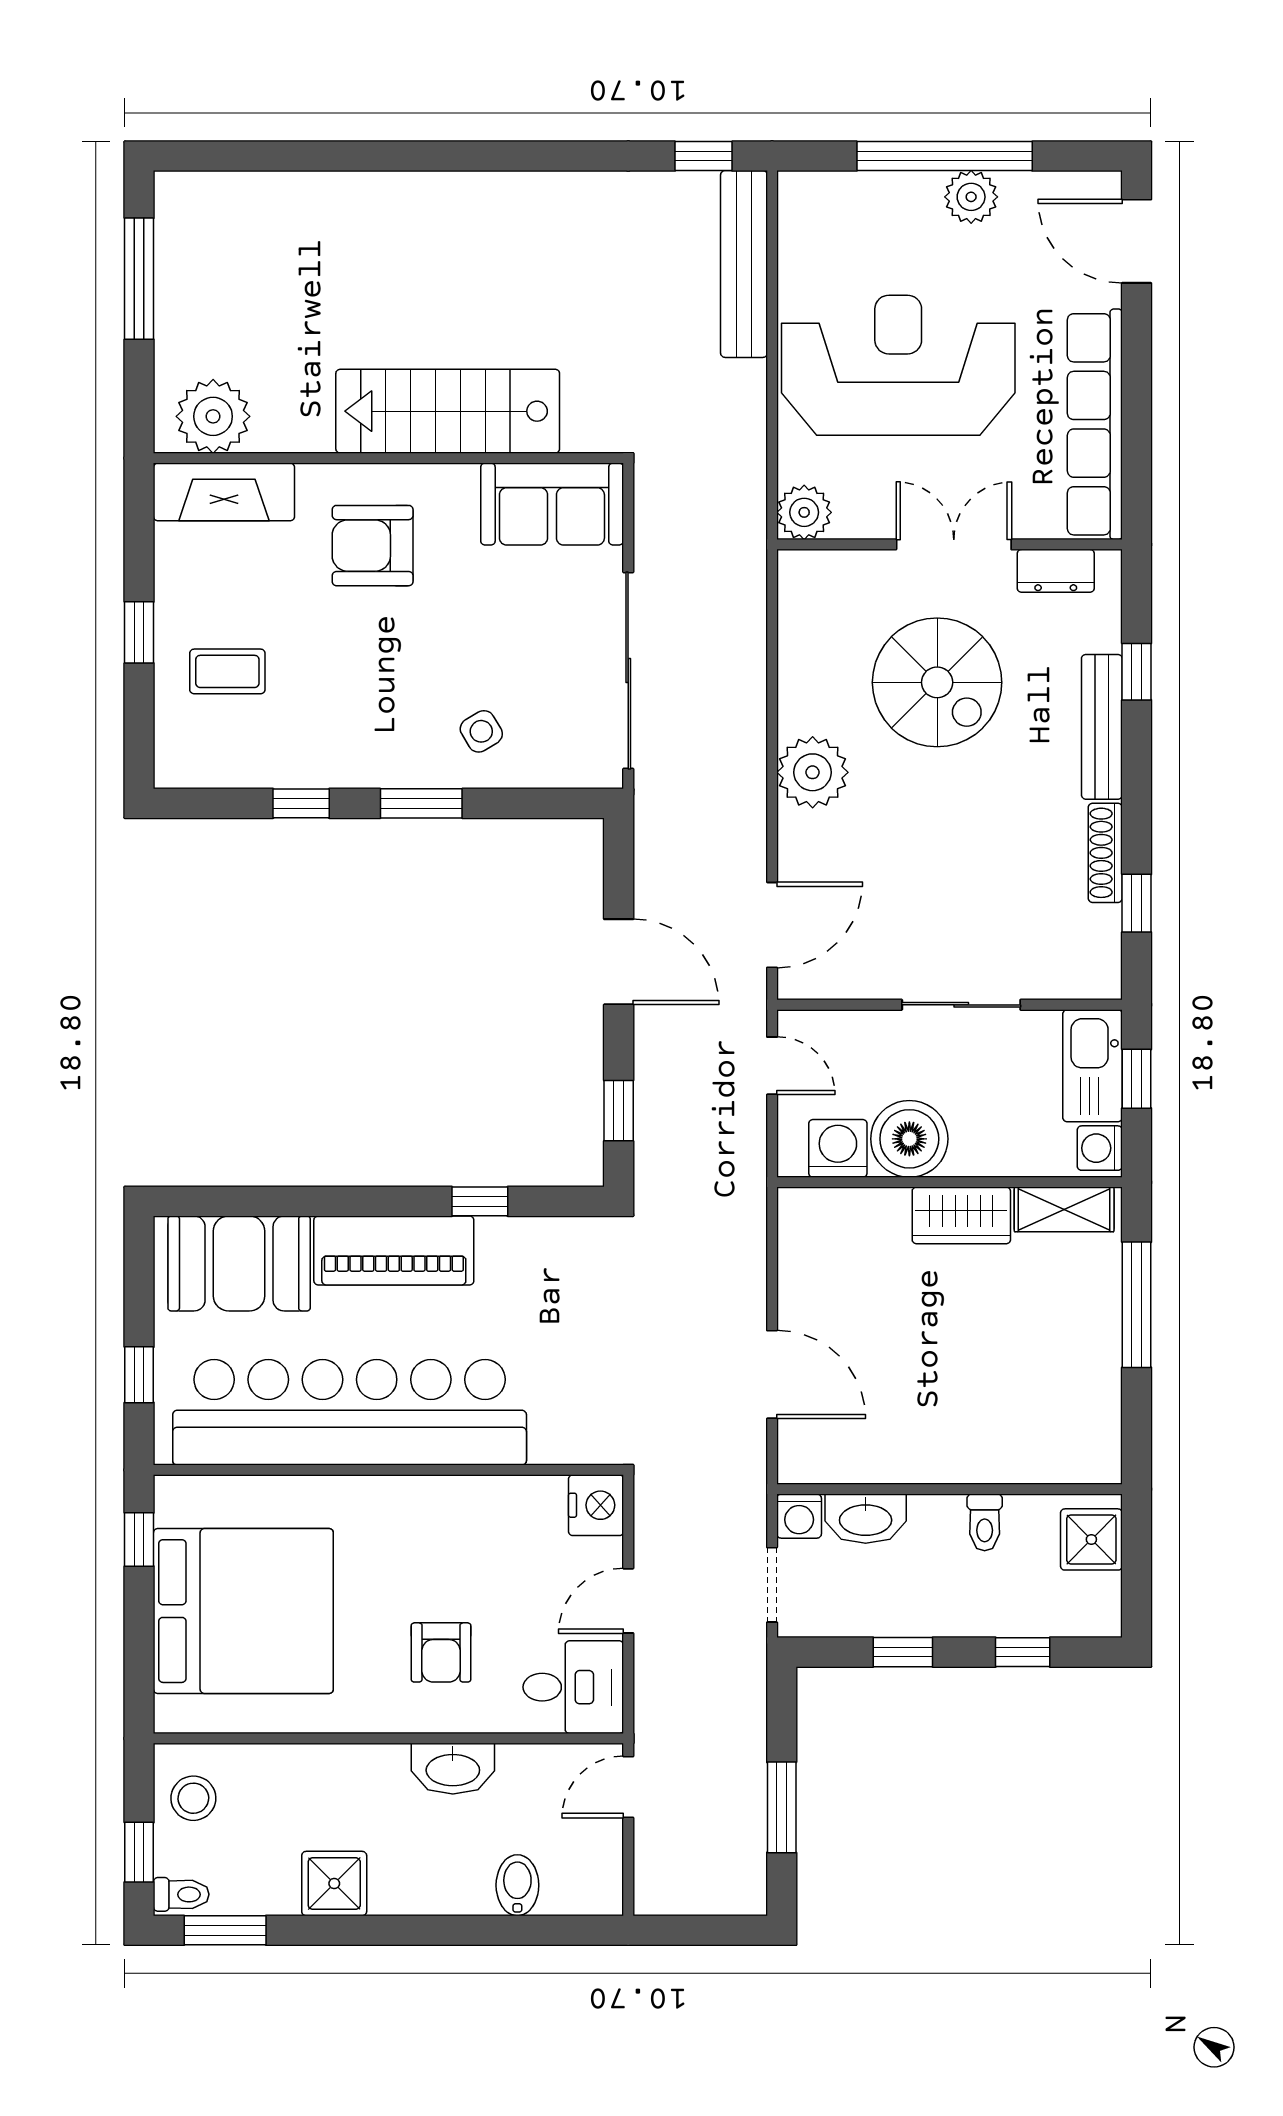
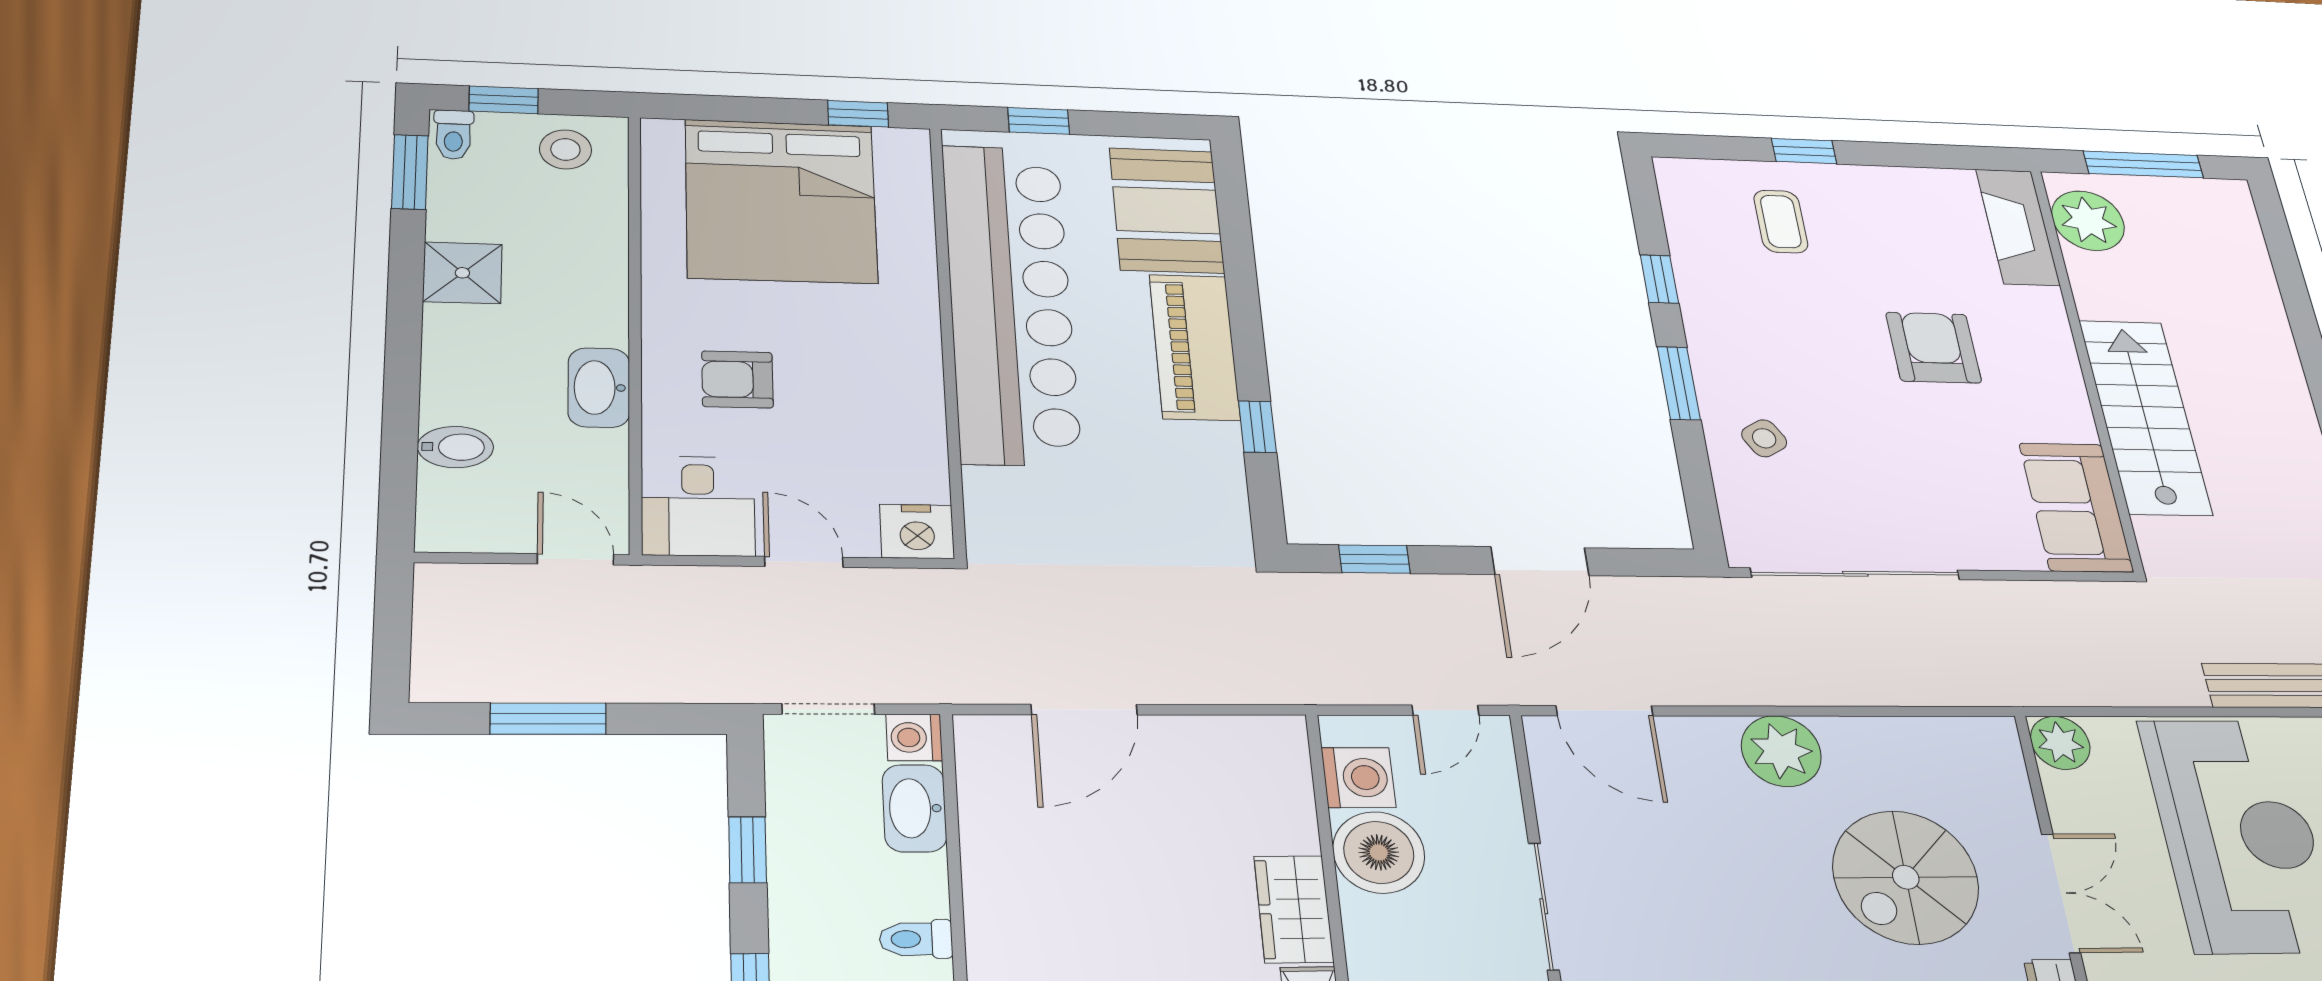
stairs: (448, 411) -> (2145, 417), moved
plant: (213, 416) -> (2088, 221), moved
wall: (388, 458) -> (2086, 365), moved
fireplace: (224, 492) -> (2018, 227), moved
sofa: (552, 504) -> (2076, 507), moved

